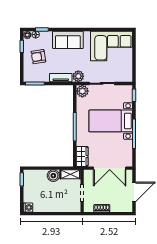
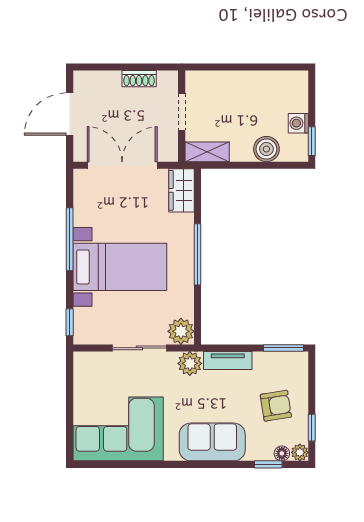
boiler: (53, 176) -> (266, 149), moved
washing machine: (28, 207) -> (298, 123), moved

